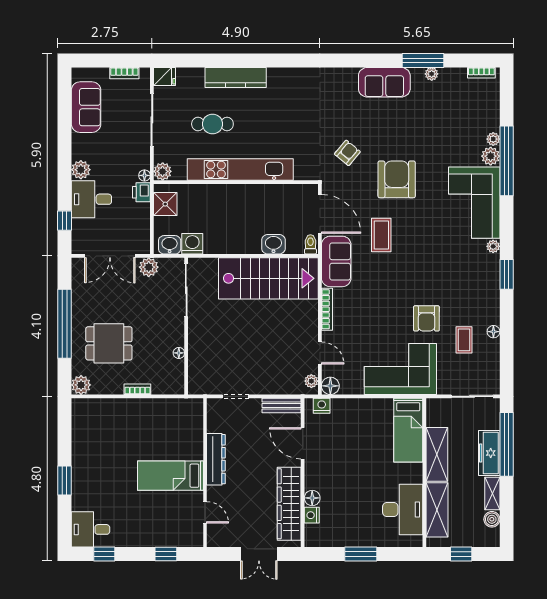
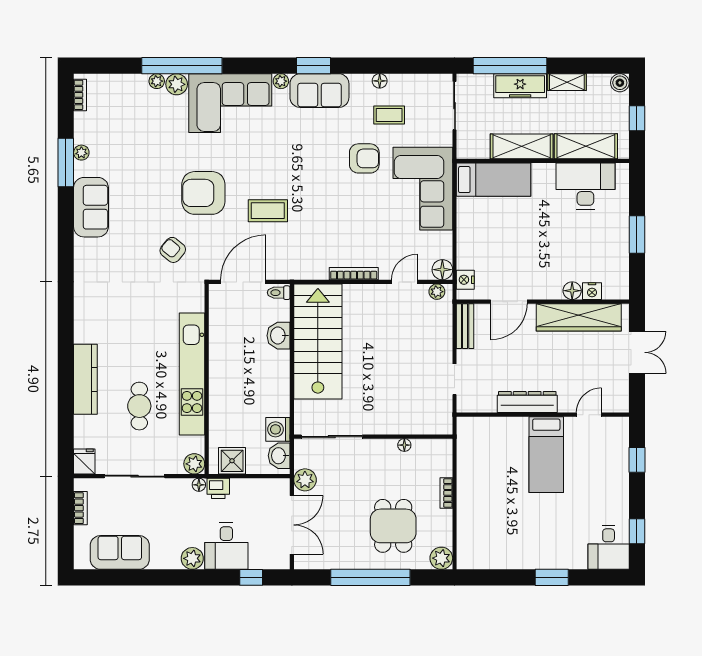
sofa: (336, 261) -> (319, 91), moved, turned 180
boiler: (492, 519) -> (620, 83), moved

